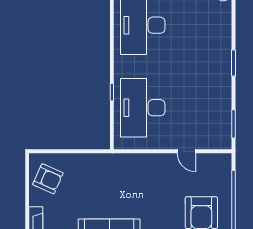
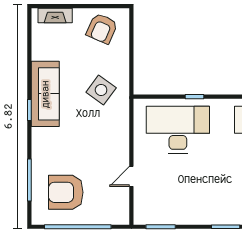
side table: (106, 180) -> (101, 90), added

